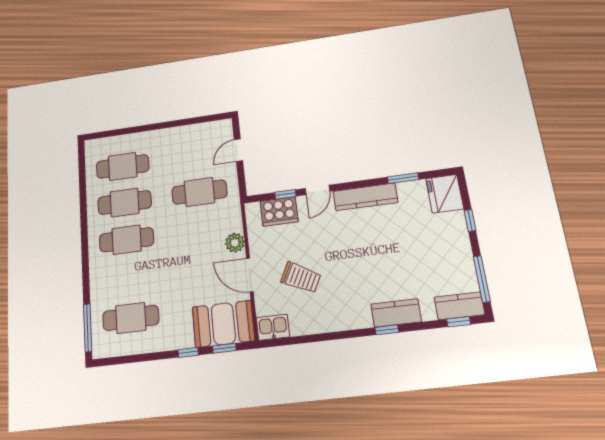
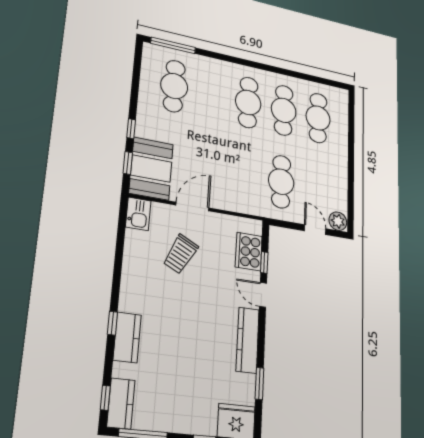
plant: (235, 243) -> (338, 221), moved

